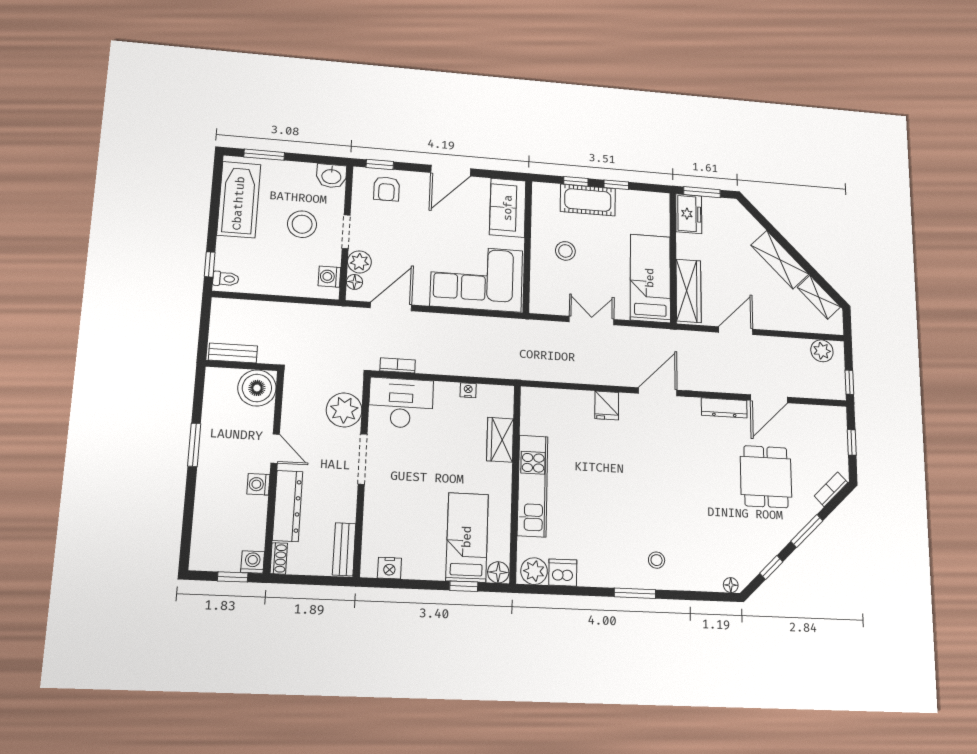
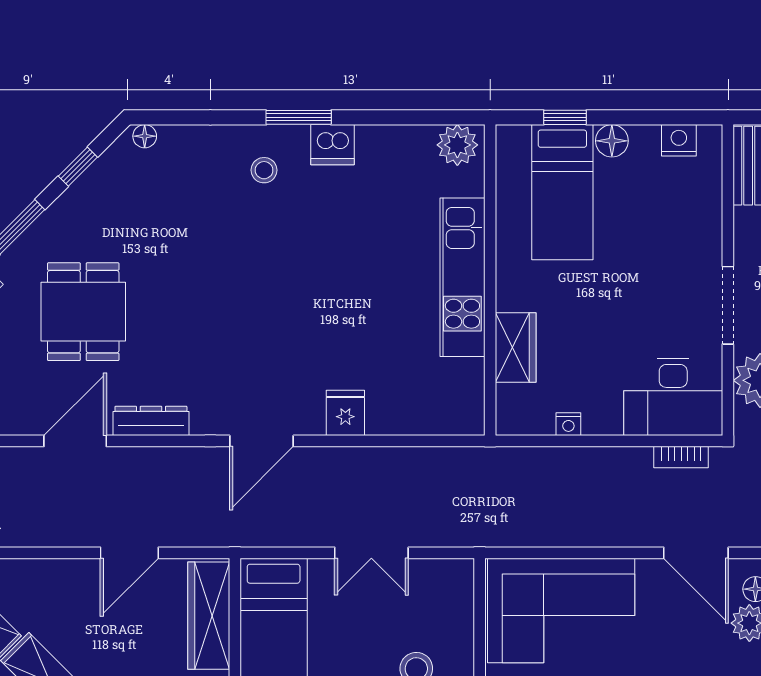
door: (391, 306) -> (696, 553), hinge flipped
floor lamp: (498, 572) -> (612, 141), moved
dishwasher: (563, 573) -> (332, 145), moved

